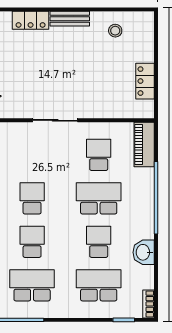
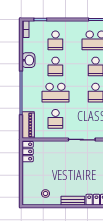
locker: (145, 81) -> (28, 152), moved
school desk: (99, 285) -> (55, 40), width x0.54

